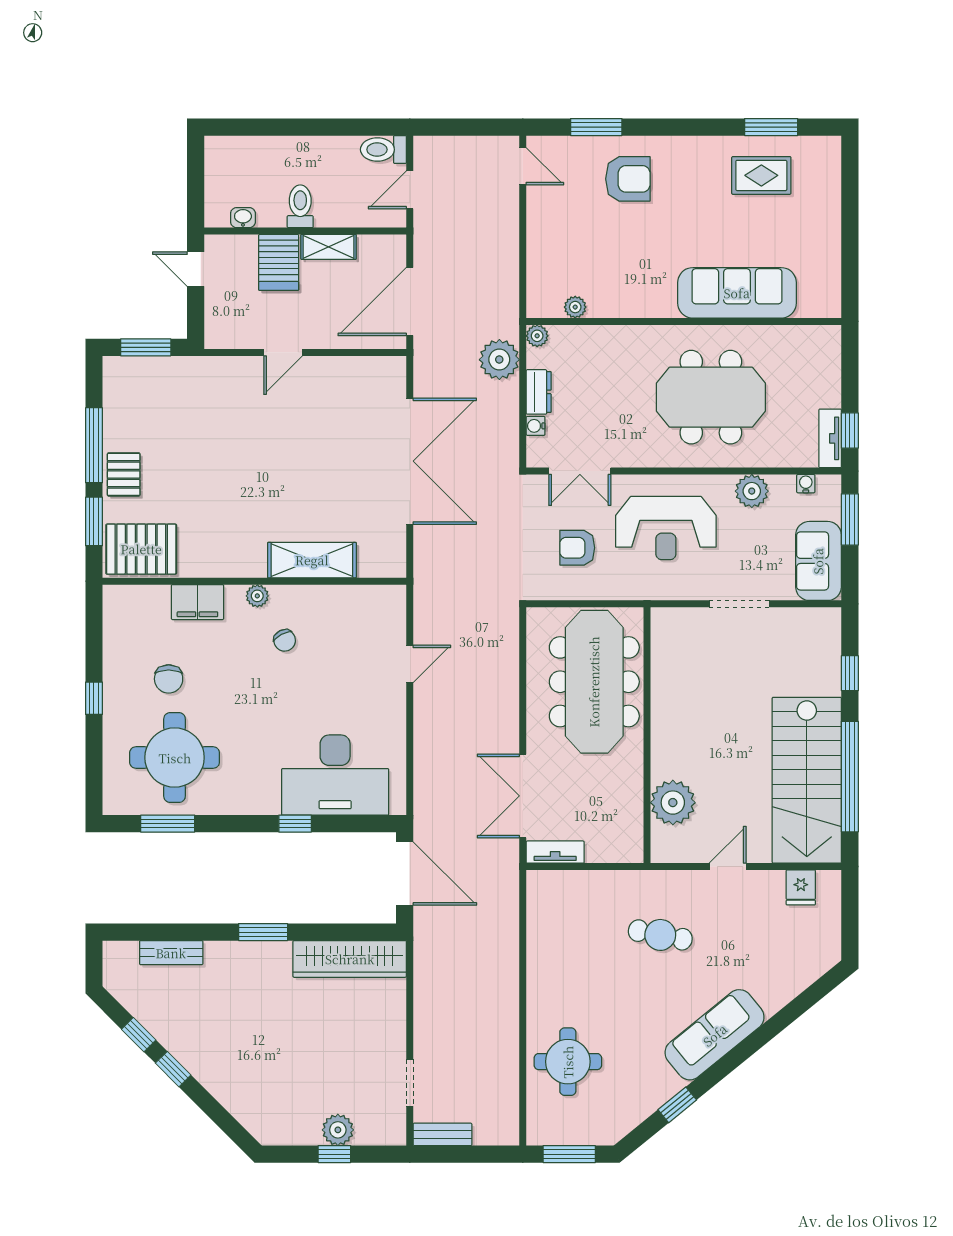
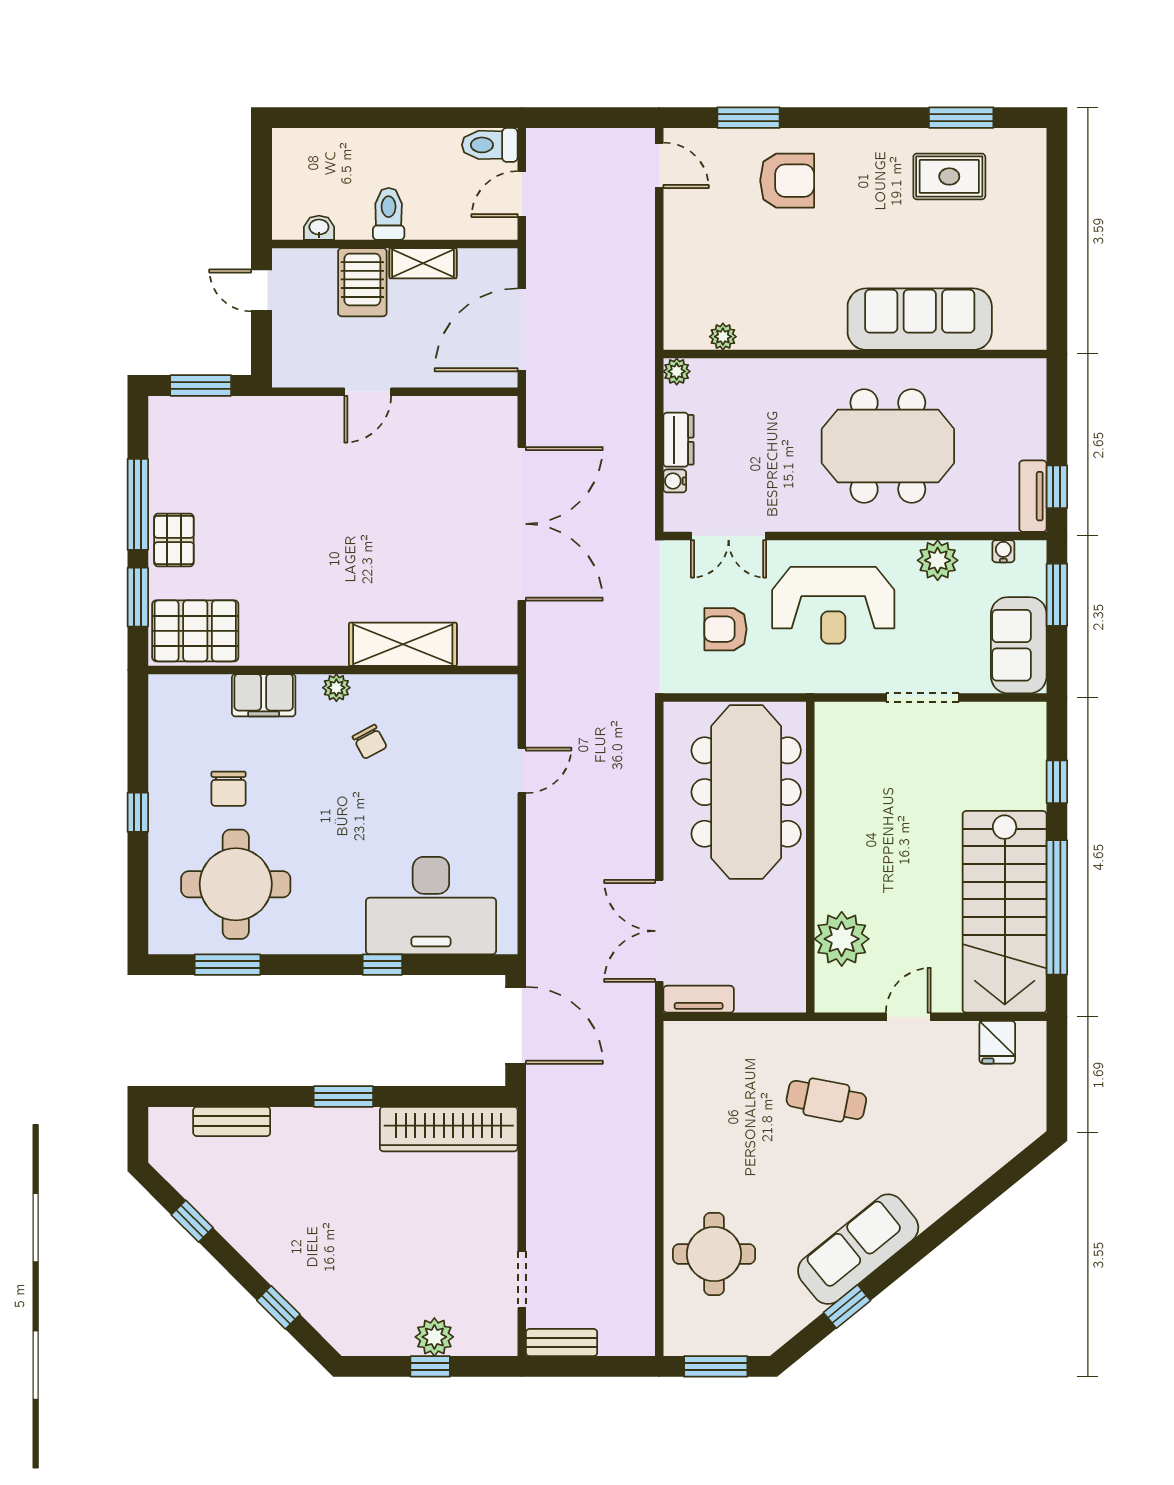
plant: (499, 360) -> (631, 400), removed
sofa: (715, 1035) -> (858, 1249), moved
window: (173, 1069) -> (278, 1307), moved

